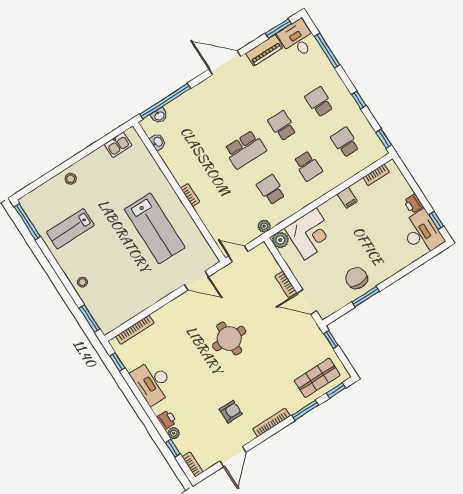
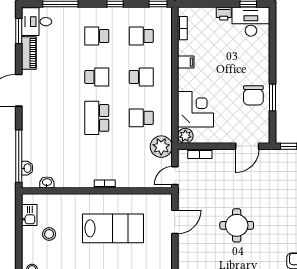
school desk: (282, 126) -> (97, 77), turned 180
school desk: (245, 150) -> (97, 118), turned 180
stool: (112, 174) -> (49, 234), added
plant: (264, 226) -> (161, 147), width x1.88, depth x1.88
chair: (356, 278) -> (253, 95), turned -90
bookcase: (286, 284) -> (200, 154), moved

